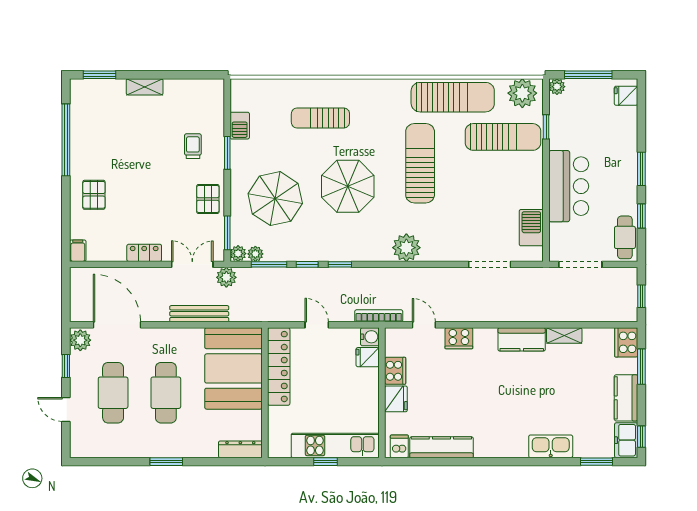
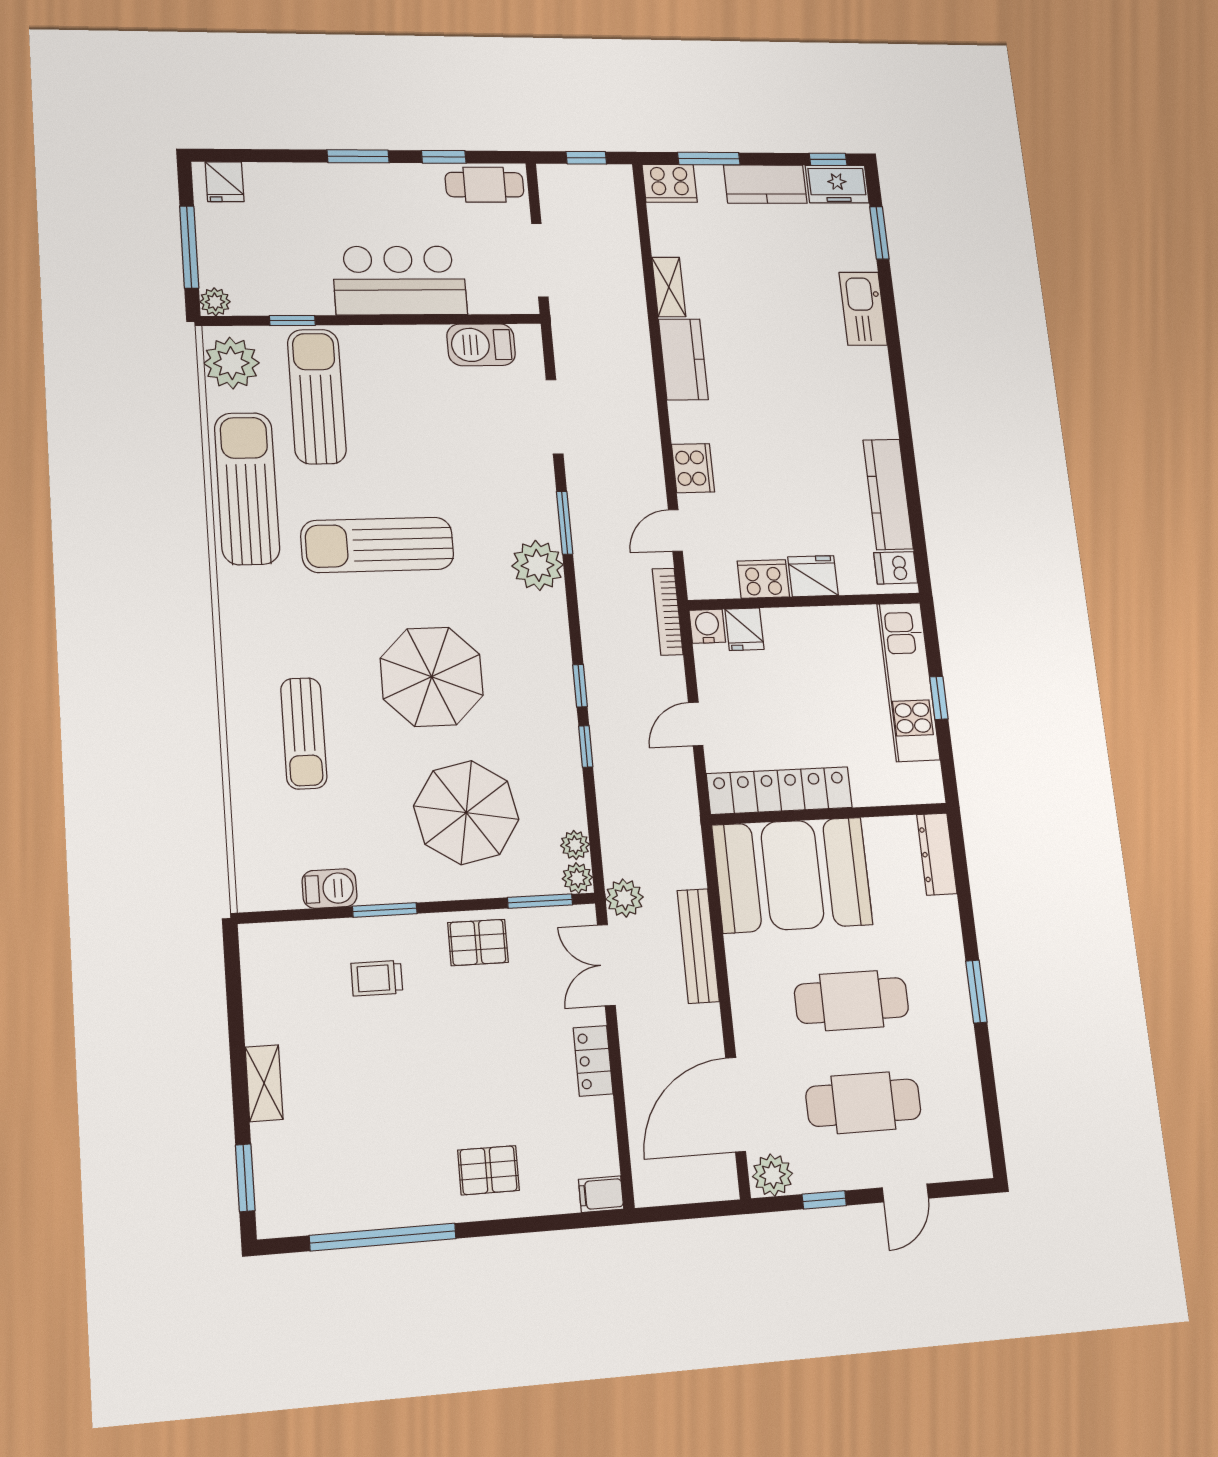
window: (269, 264) -> (565, 523), moved

